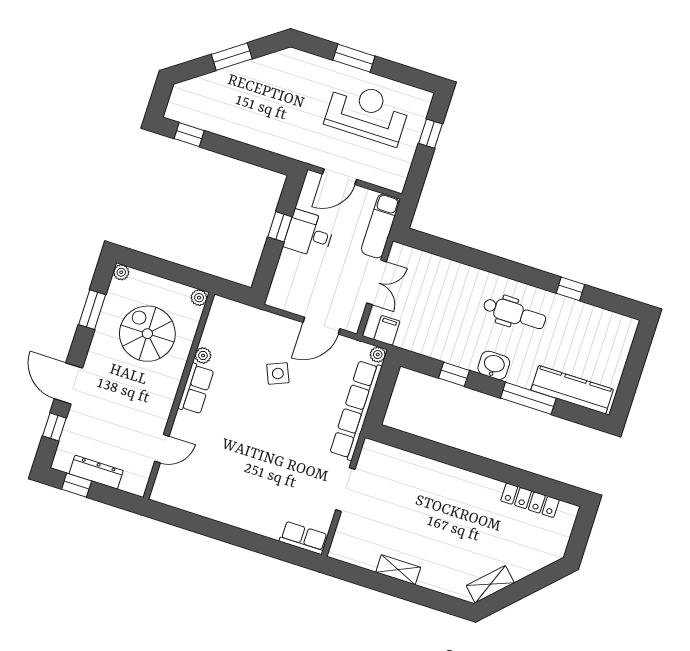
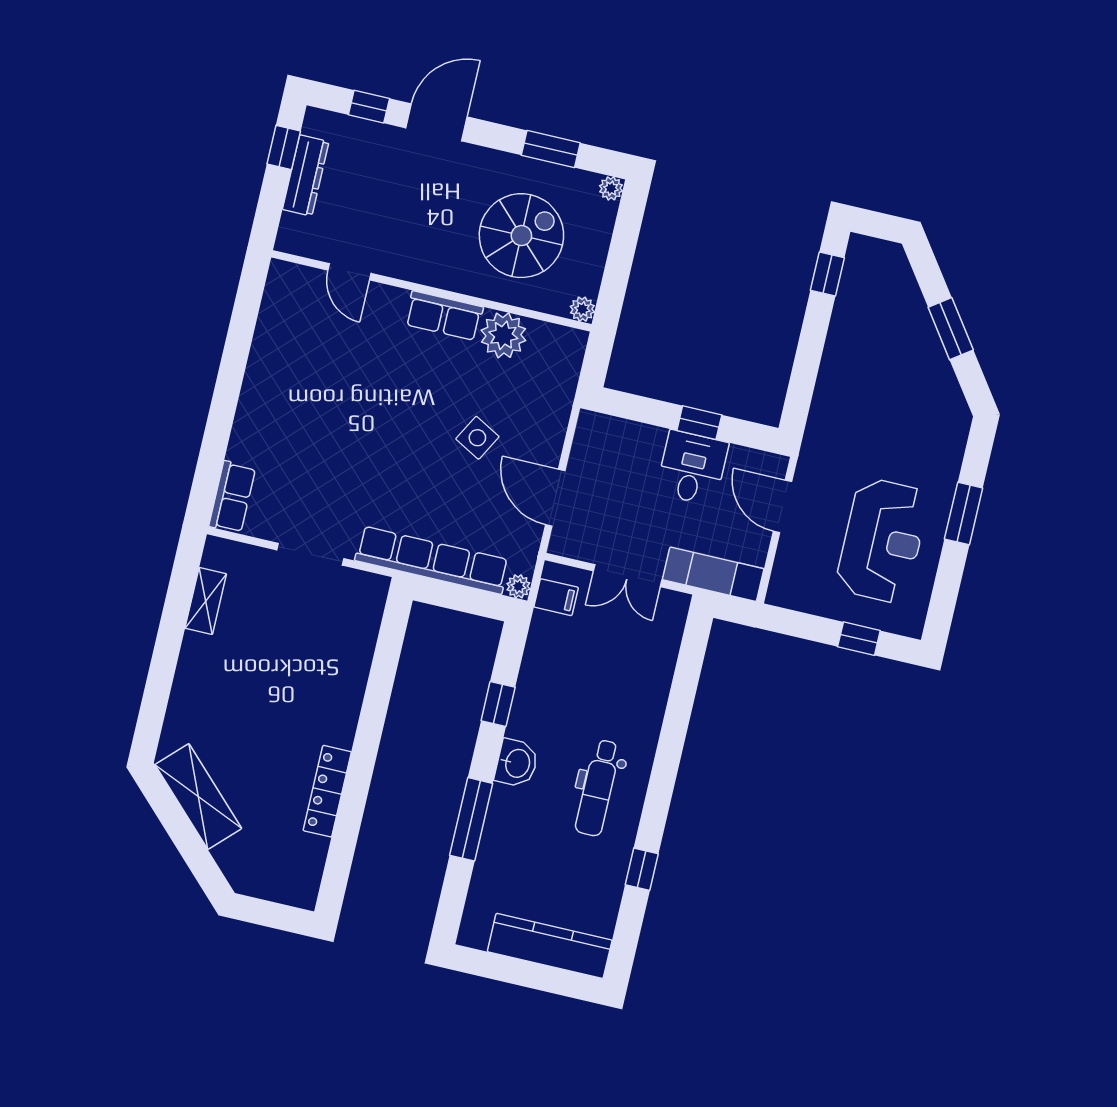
plant: (203, 355) -> (503, 335), width x1.88, depth x1.88
side table: (278, 373) -> (477, 438), turned -38
kitchen counter: (572, 390) -> (550, 946), moved, turned -90
locker: (530, 500) -> (327, 791), moved
shelving: (398, 570) -> (206, 601), moved
shelving: (490, 584) -> (198, 797), width x1.50, depth x1.33

